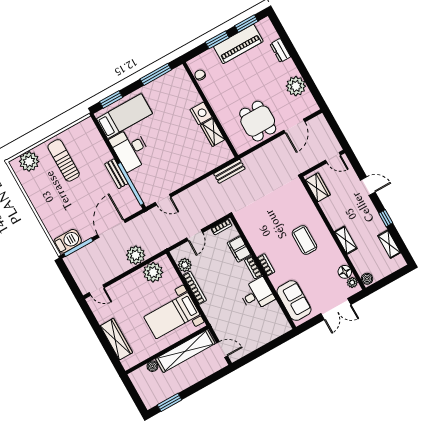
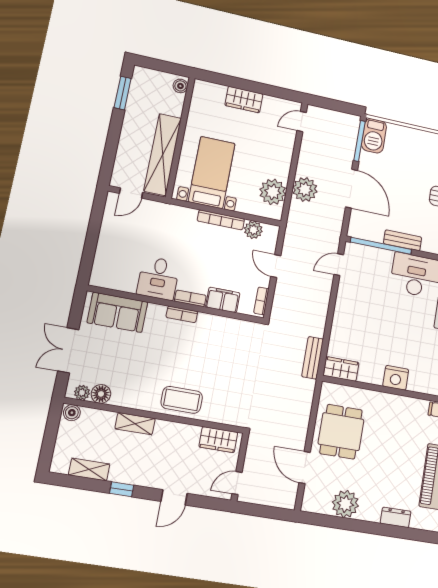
dining table: (258, 121) -> (341, 432), turned 90
wardrobe: (213, 132) -> (341, 369), moved
coffee table: (304, 240) -> (182, 400), moved
wardrobe: (116, 339) -> (244, 100), width x0.67
boiler: (152, 366) -> (180, 86), moved

